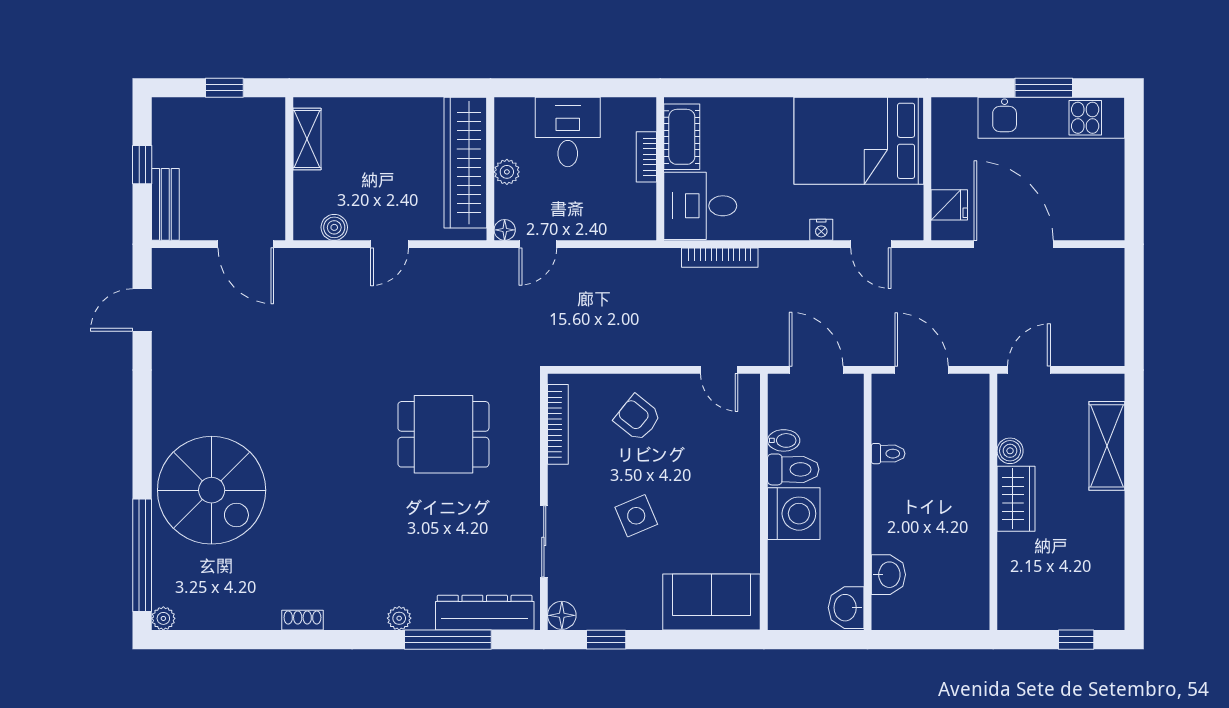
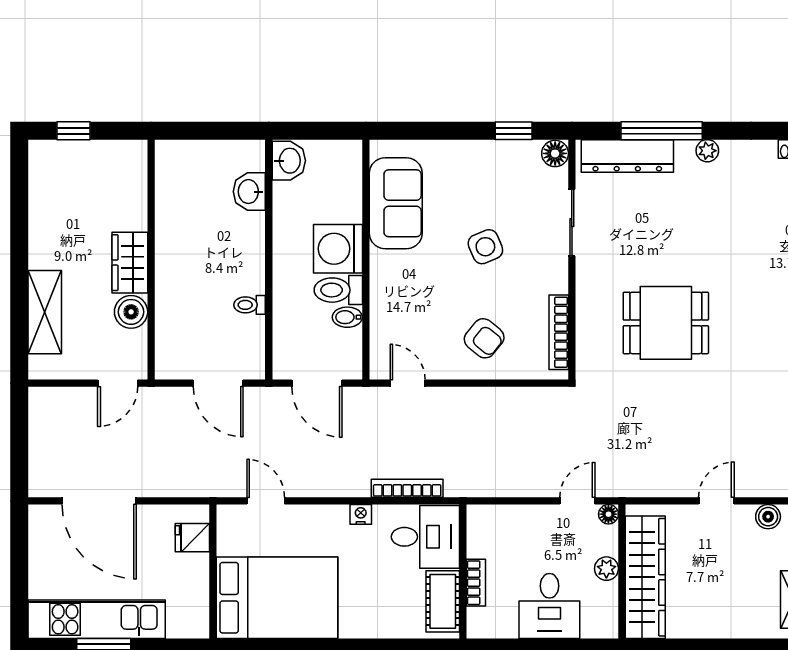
nightstand: (821, 230) -> (361, 514), moved
door: (1014, 244) -> (99, 501), moved
boiler: (1010, 451) -> (131, 312), width x1.36, depth x1.36
sofa: (711, 602) -> (396, 203), moved, turned -90

